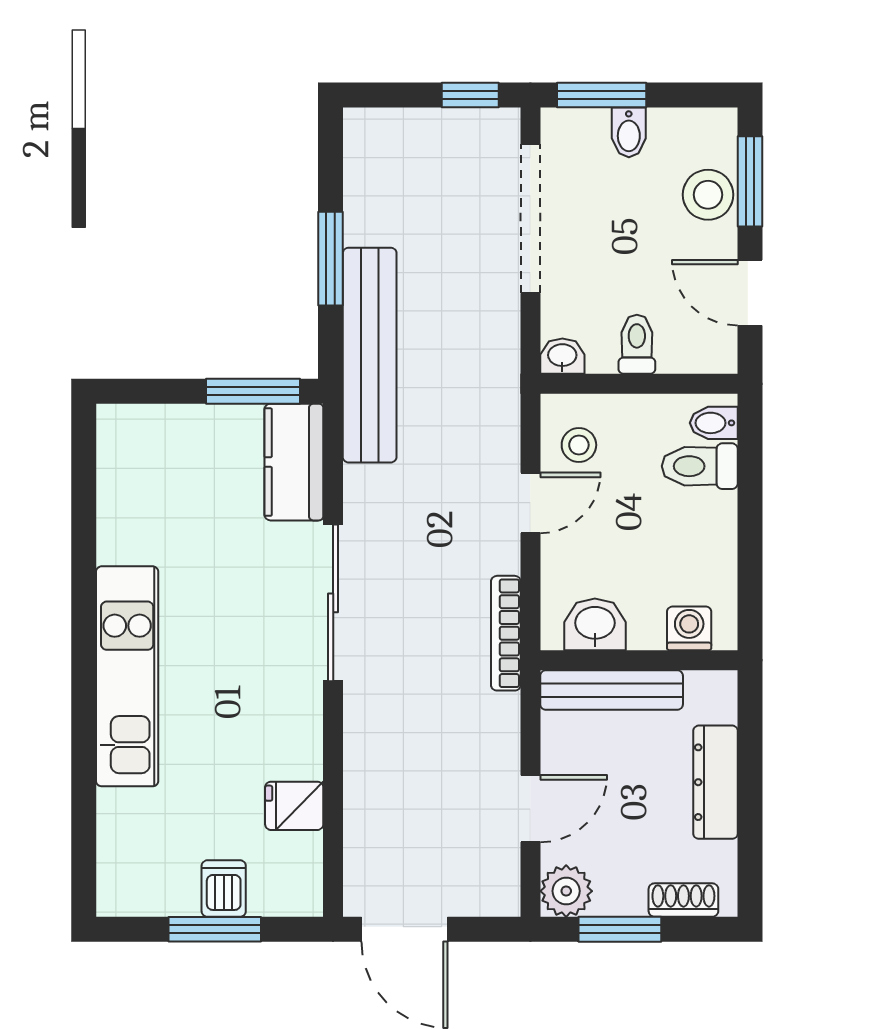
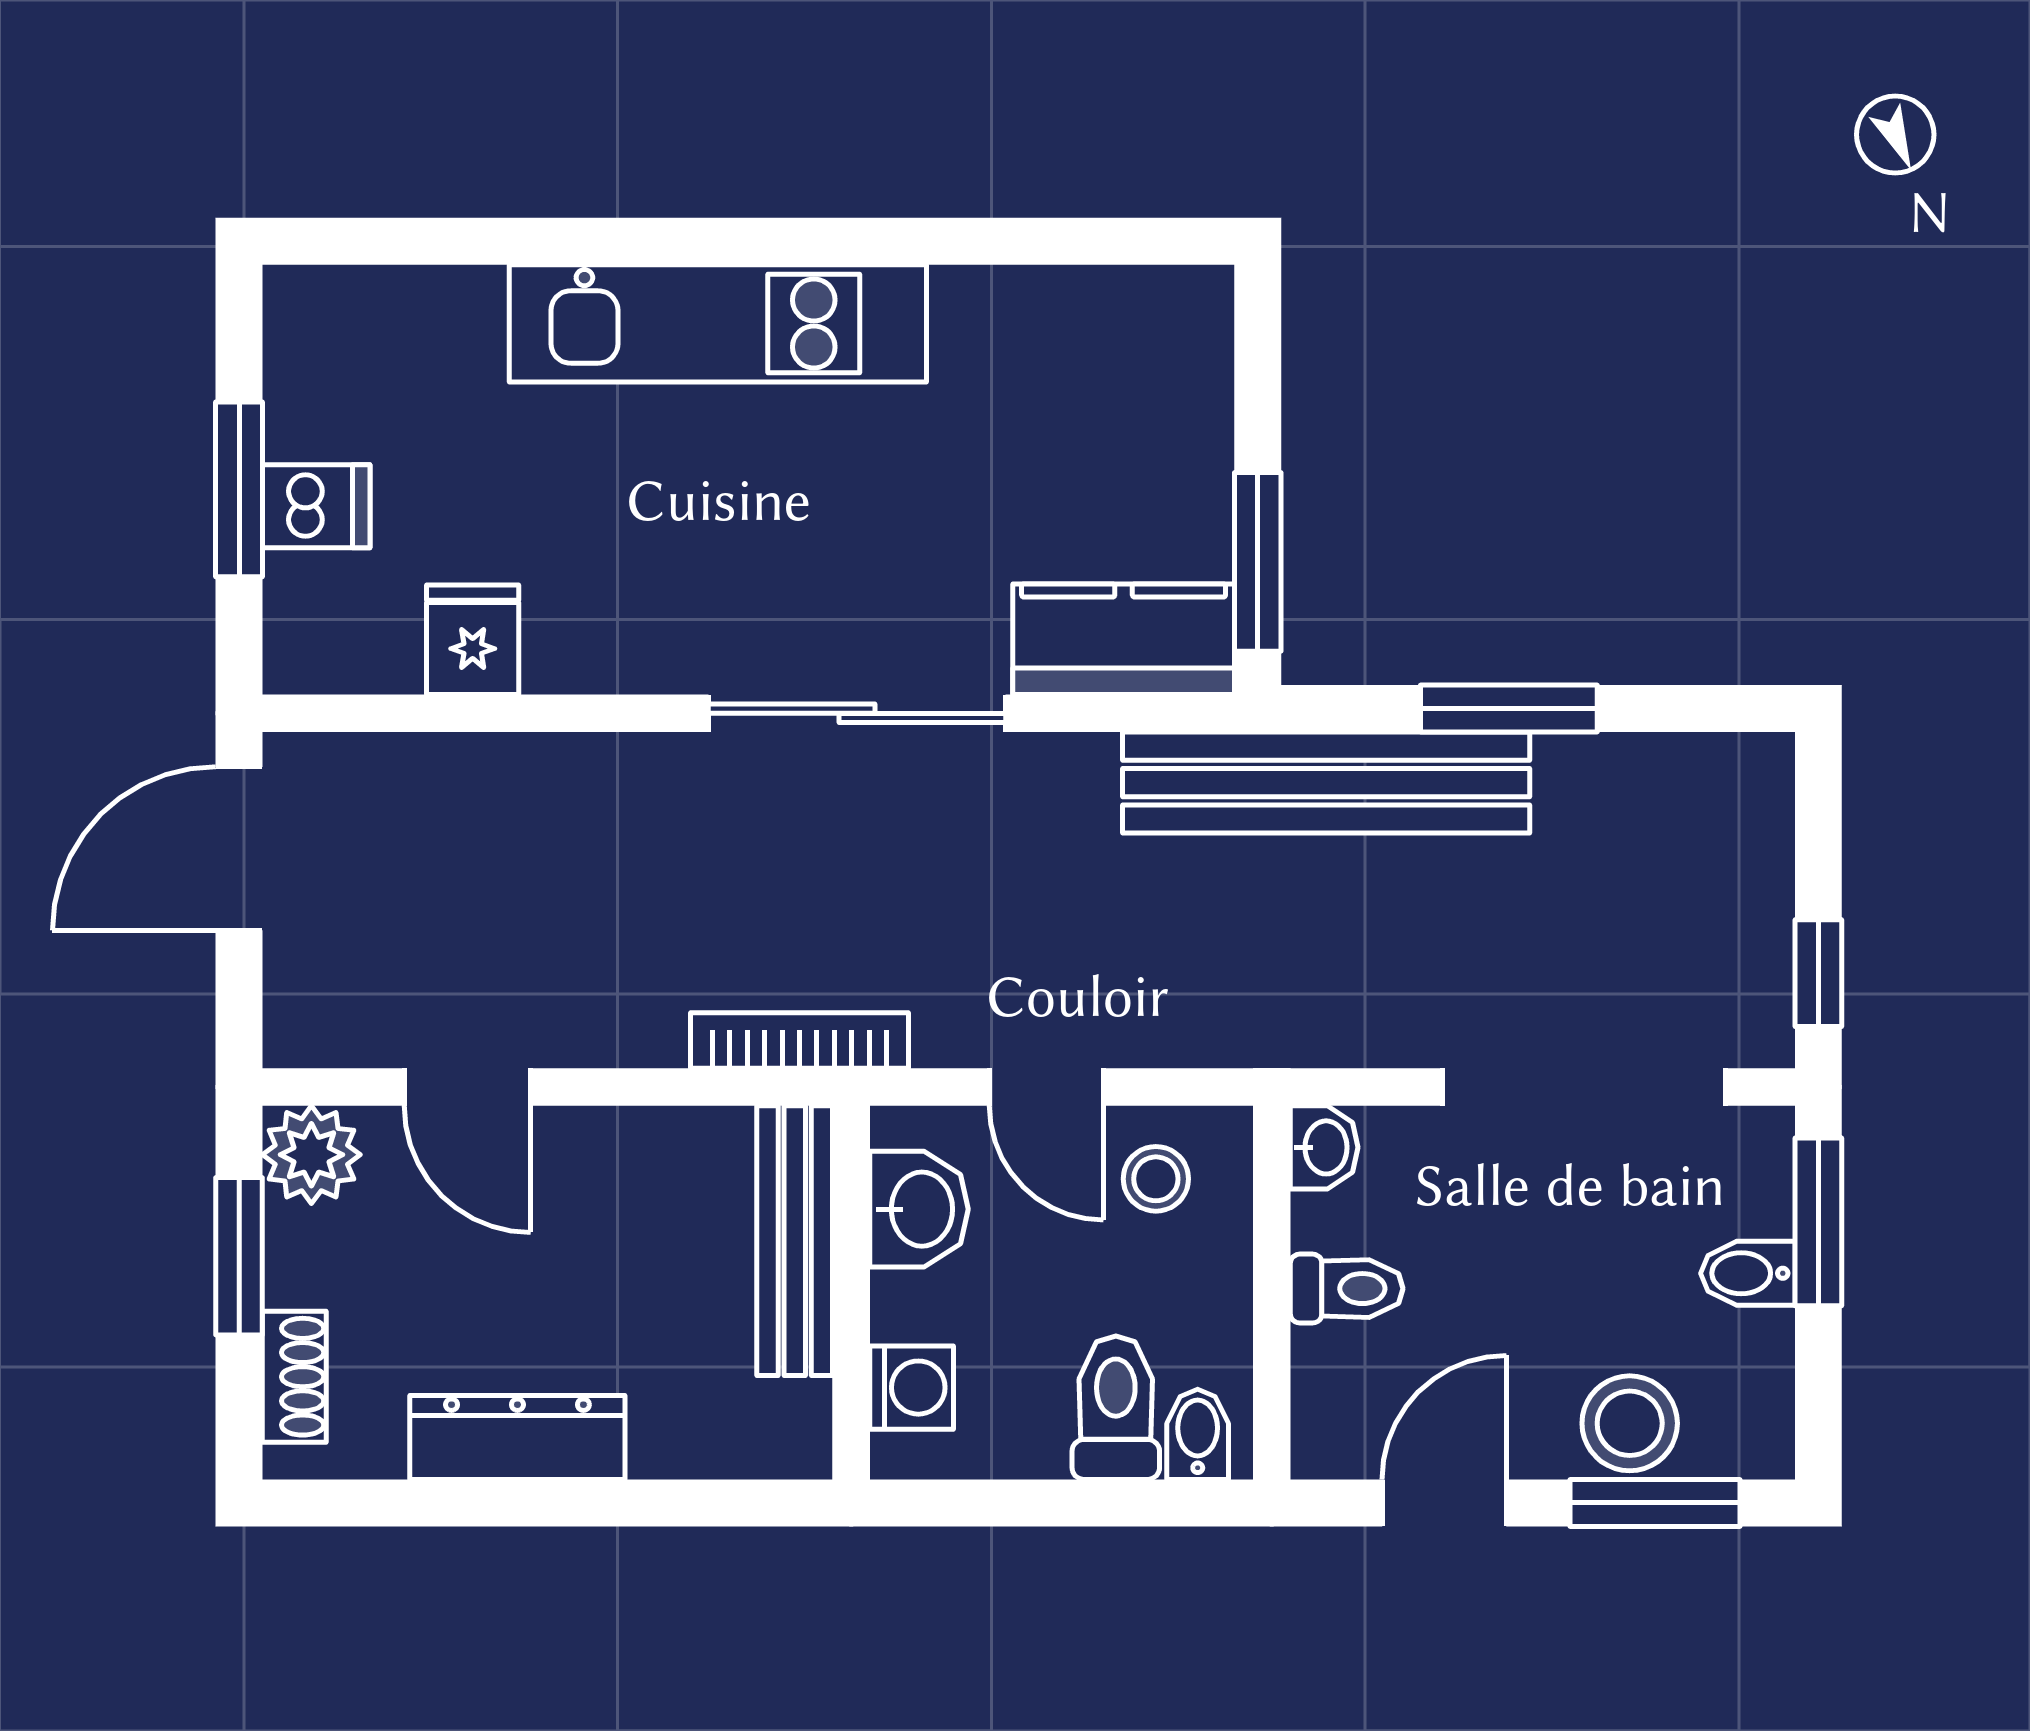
washbasin: (595, 624) -> (919, 1209), moved
washing machine: (689, 628) -> (912, 1388), moved
wall: (639, 660) -> (851, 1293), moved
bench: (612, 690) -> (795, 1241), moved

